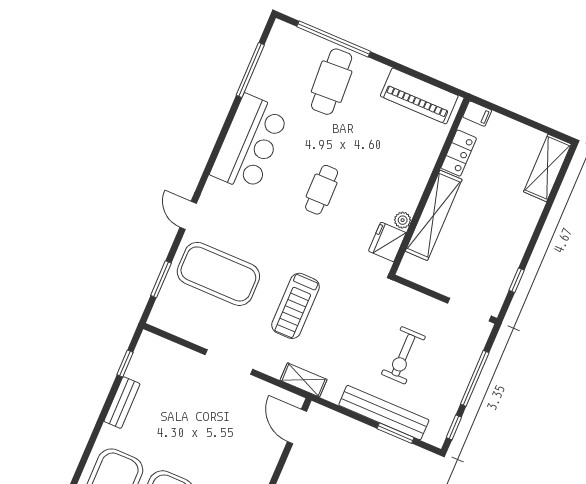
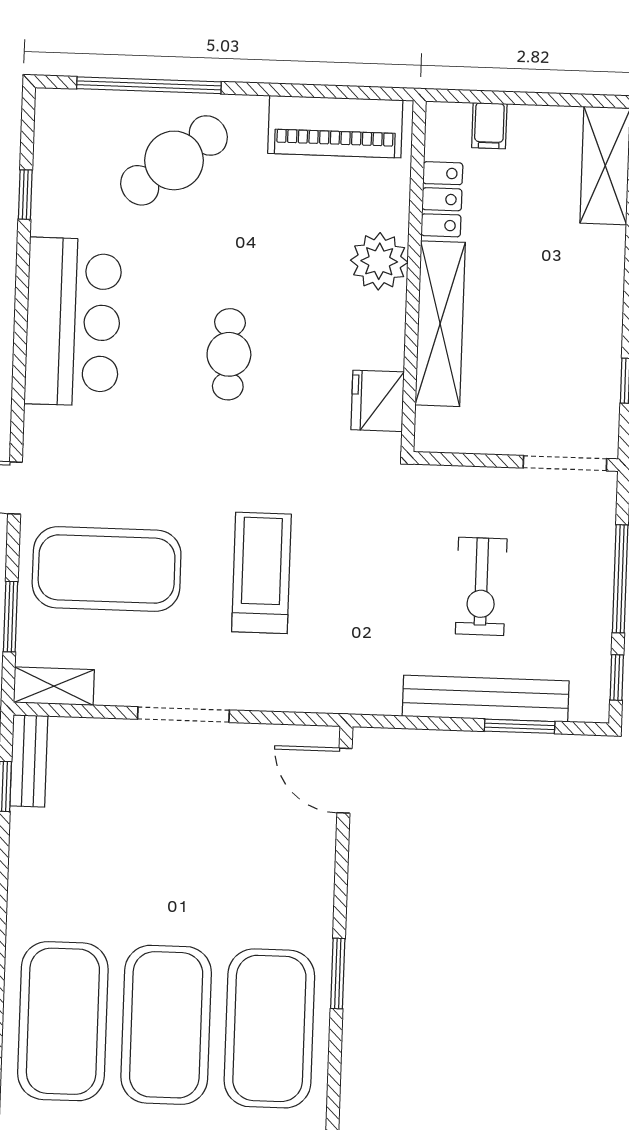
window: (250, 70) -> (25, 195), width x0.46
cafe table: (332, 82) -> (174, 160), turned 55
filing cabinet: (477, 114) -> (489, 126), moved, turned 90
plant: (403, 220) -> (379, 261), moved, width x1.87, depth x1.87
treadmill: (296, 306) -> (261, 573), turned 180
shelving: (304, 380) -> (54, 686), moved
bench: (122, 403) -> (29, 761), moved

